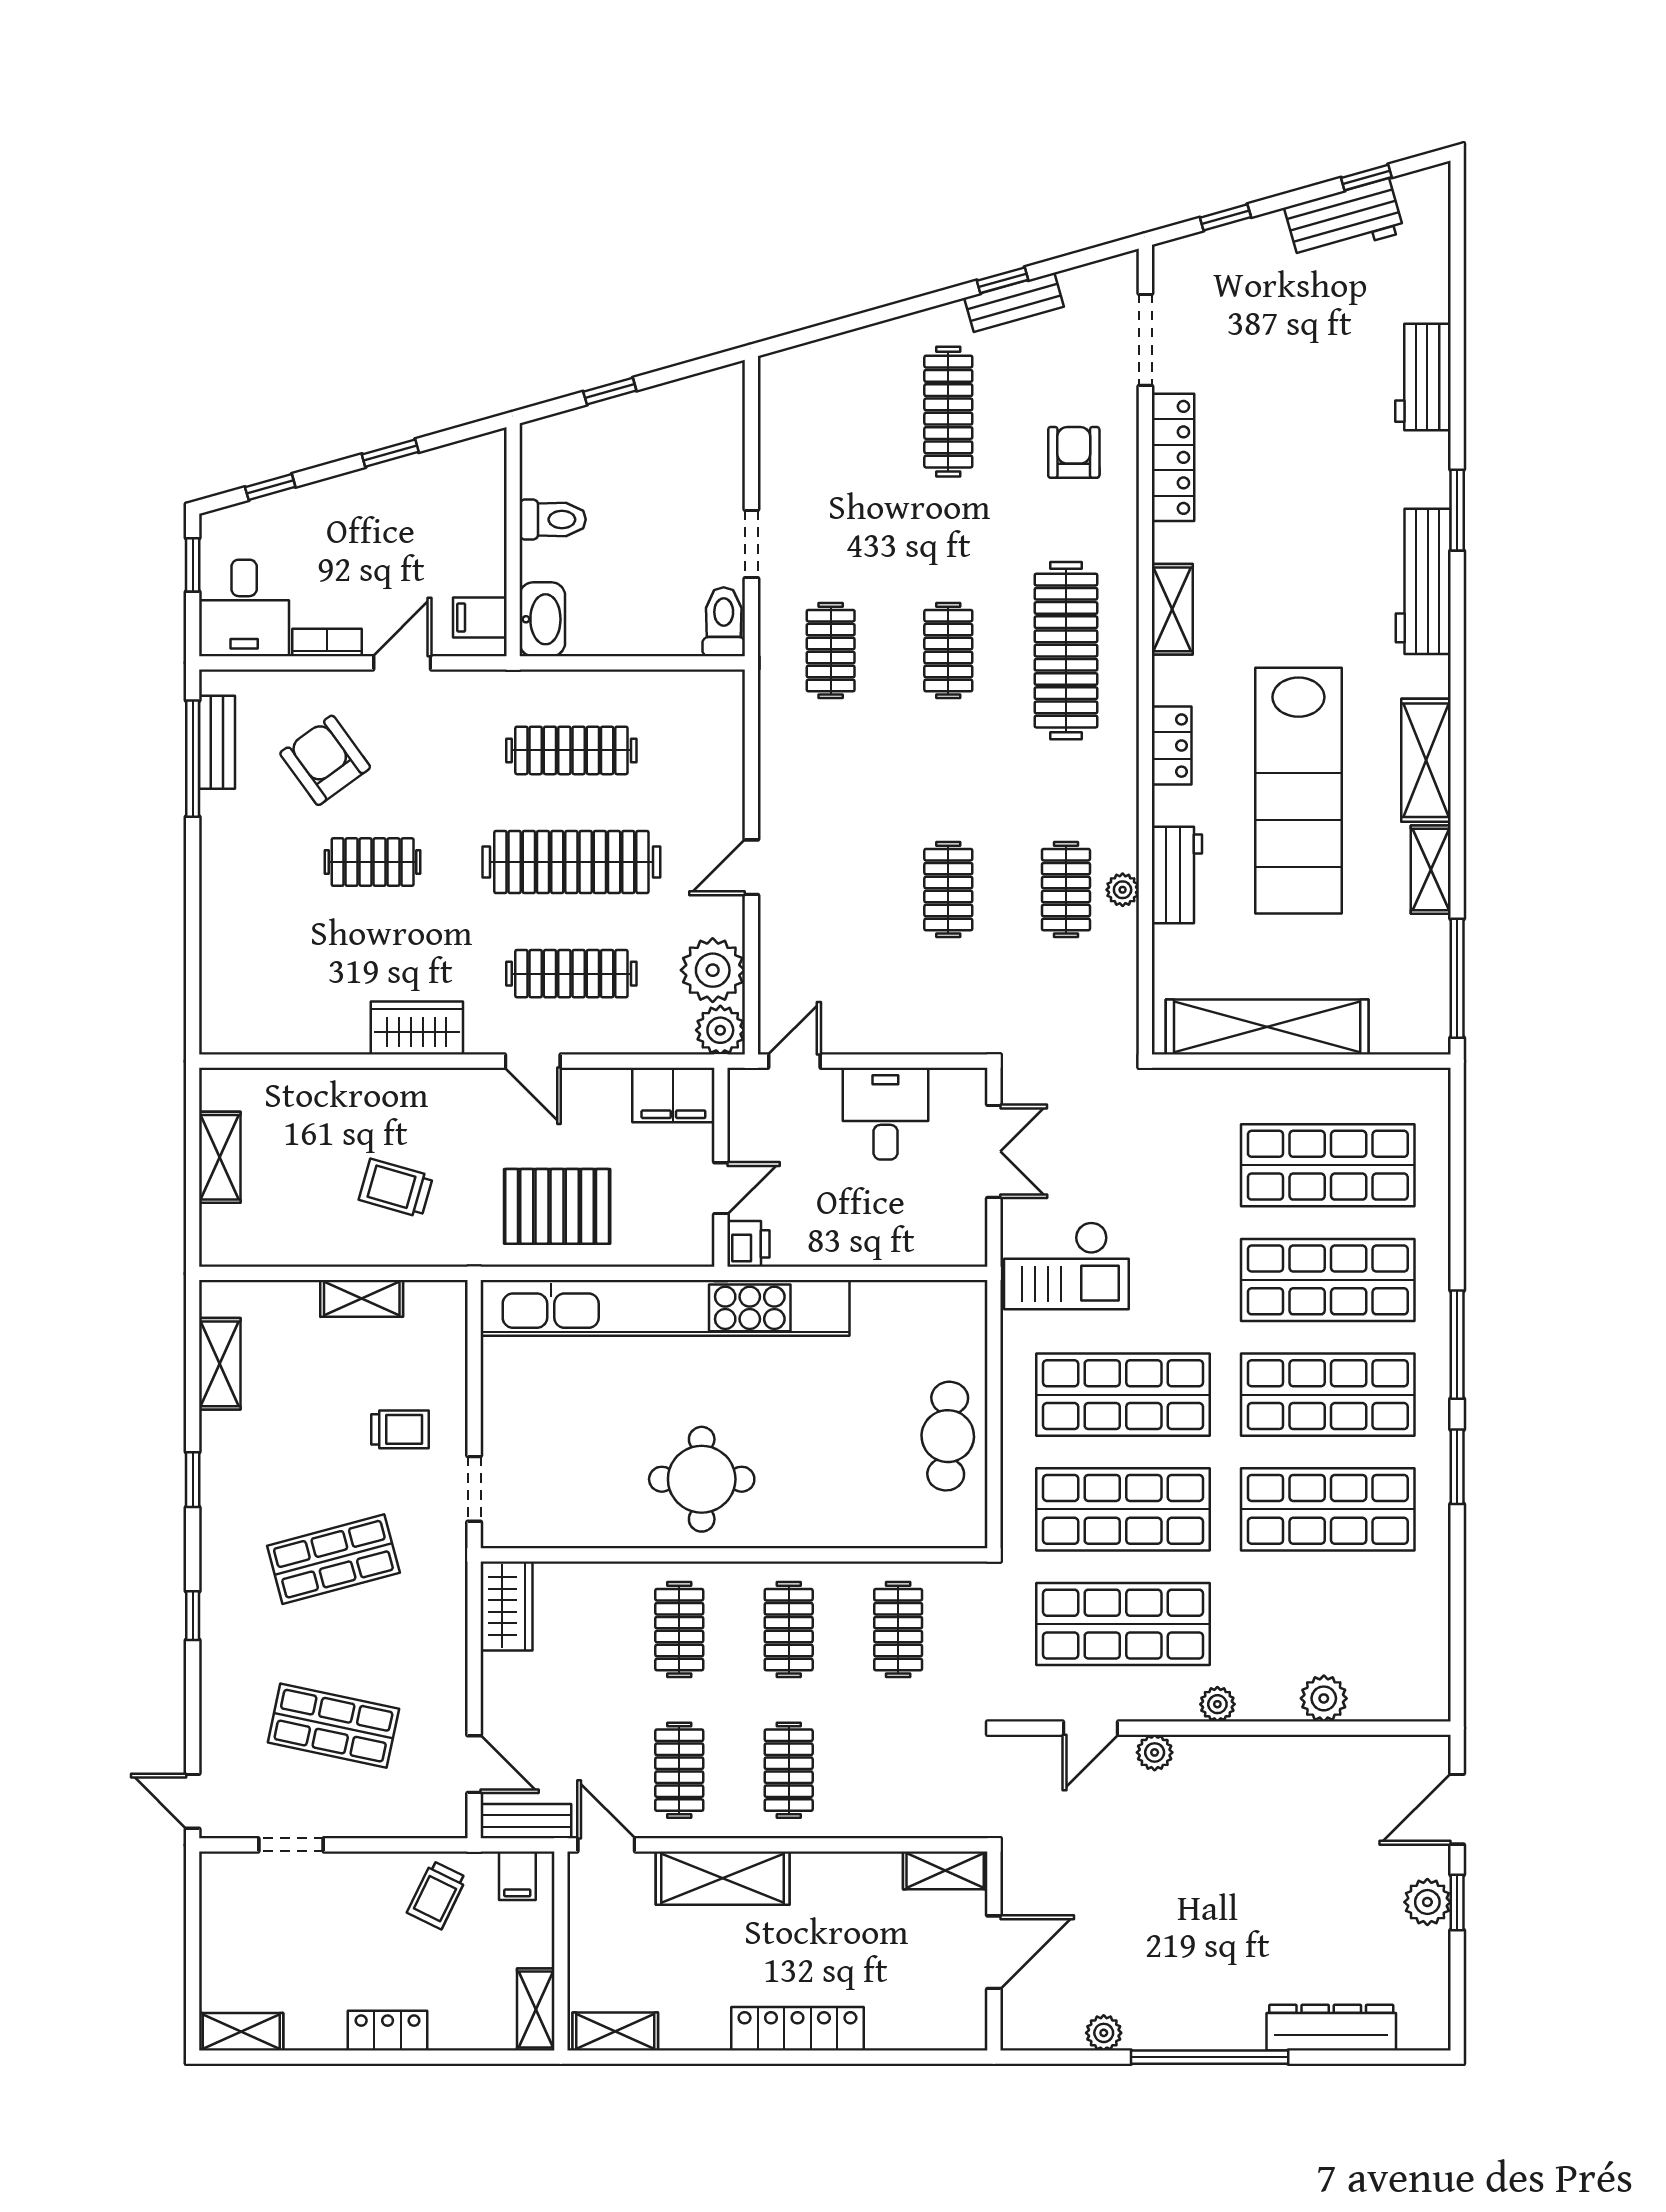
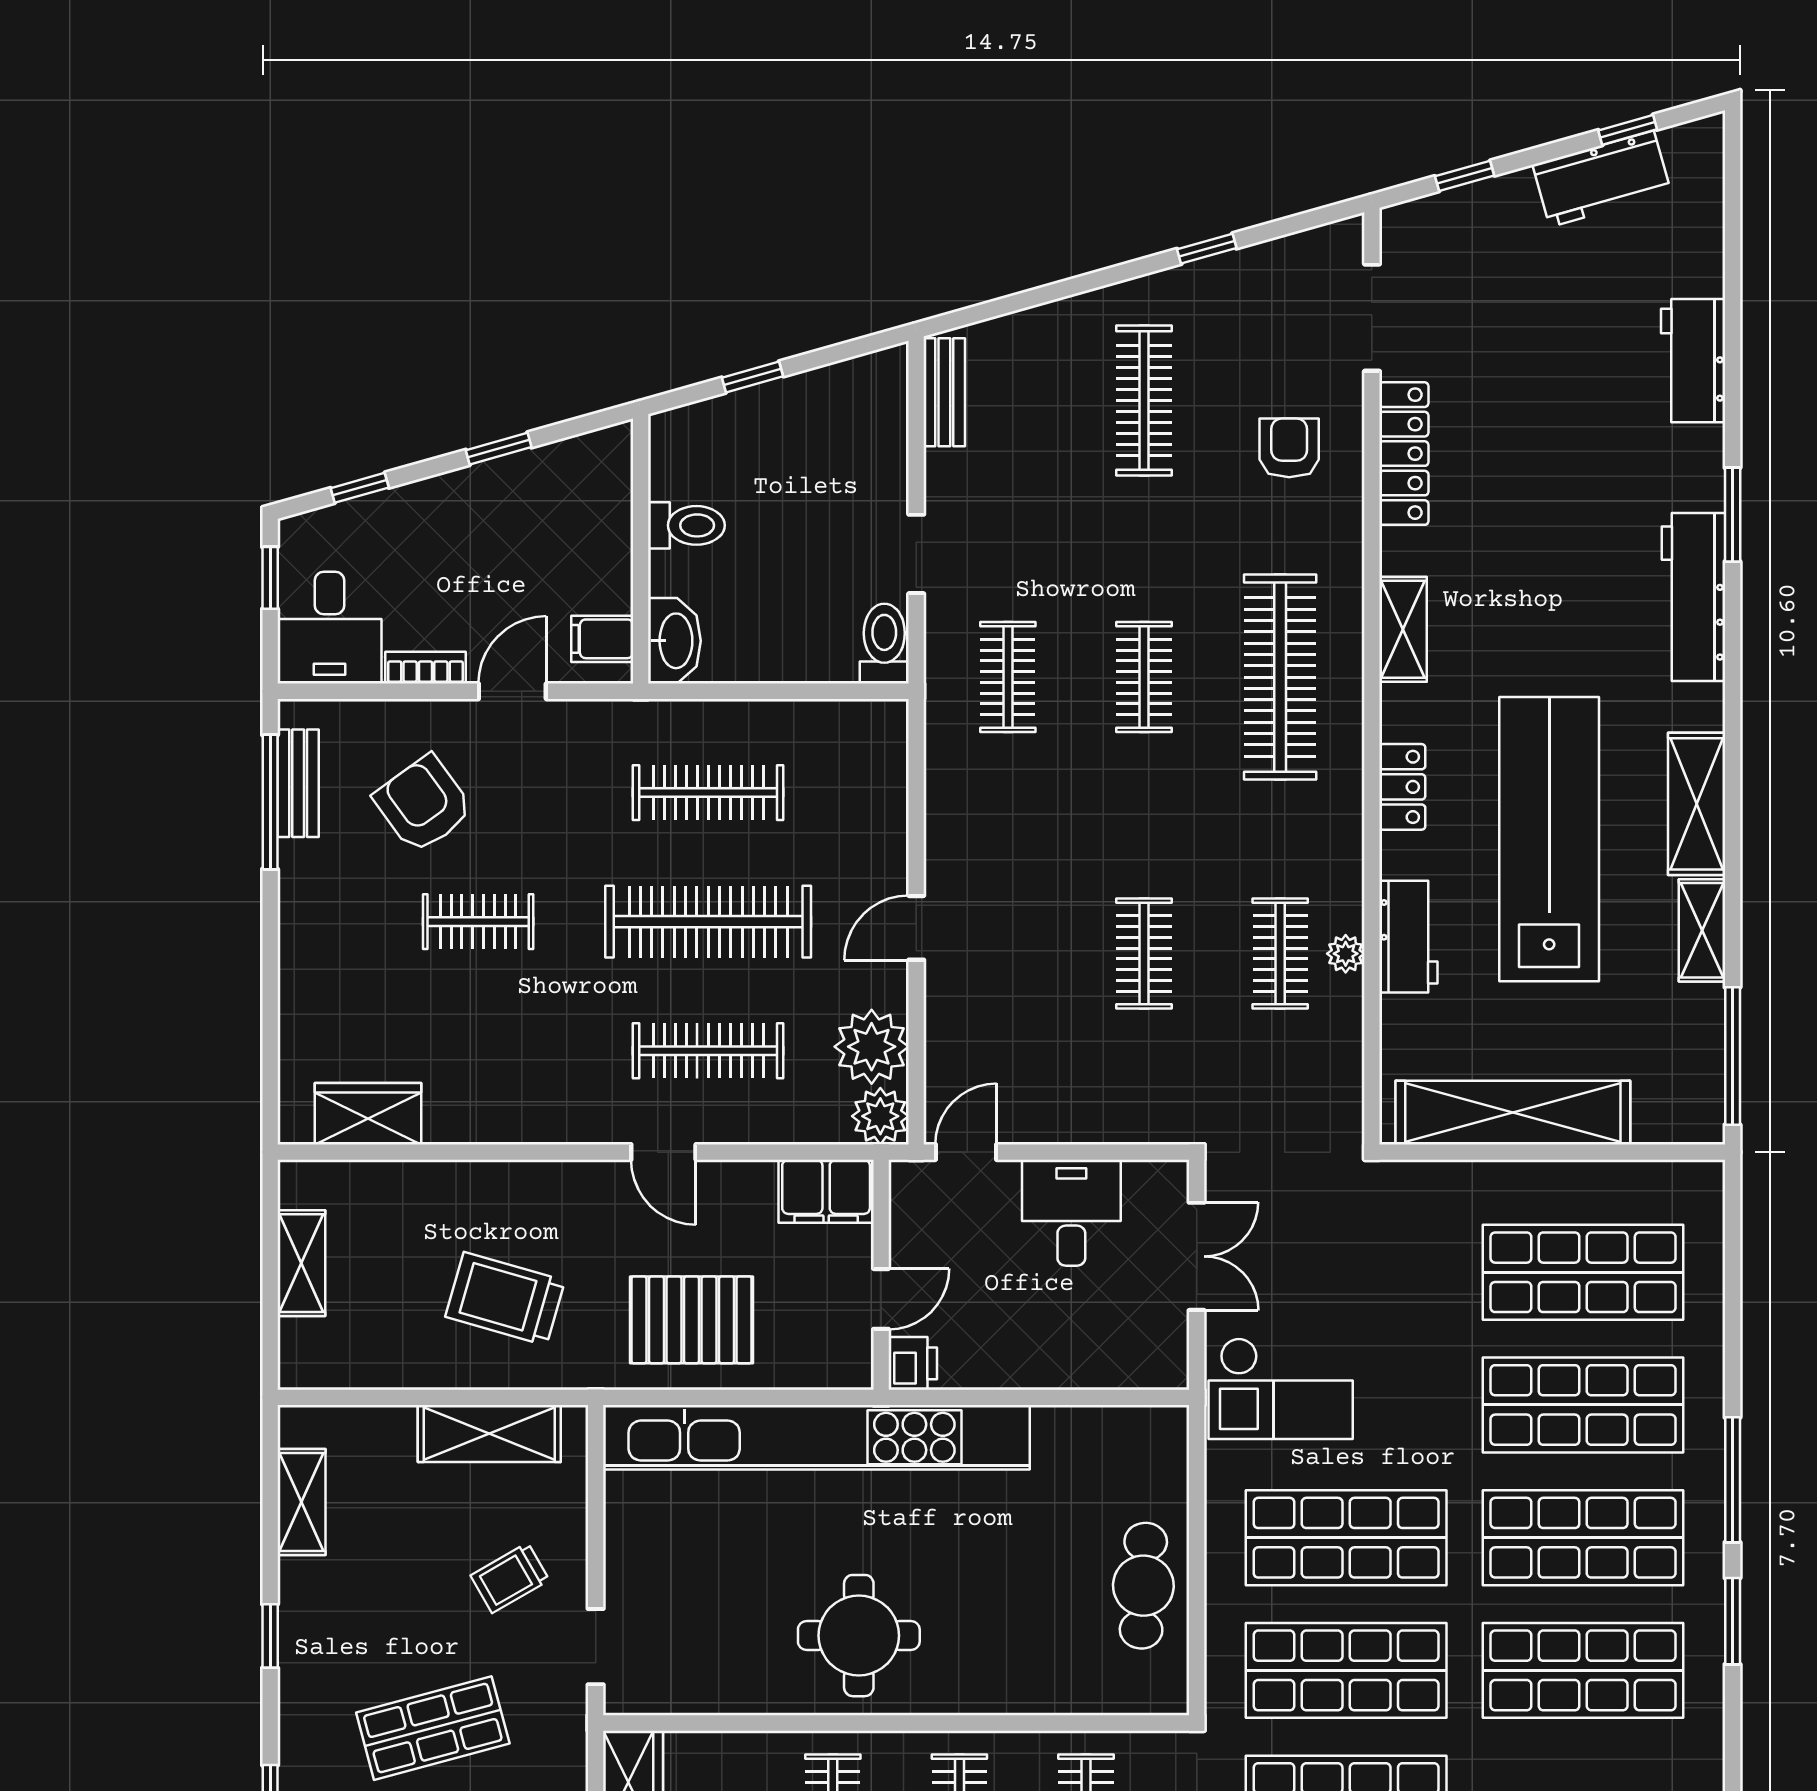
bench: (1014, 302) -> (944, 392), moved, turned -74
lab bench: (1298, 791) -> (1549, 839), turned 180
wardrobe: (417, 1028) -> (368, 1114), moved
trolley: (396, 1188) -> (505, 1299), width x1.36, depth x1.39
shelving: (362, 1298) -> (489, 1434), width x1.50, depth x1.33
trolley: (400, 1429) -> (510, 1578), turned 150

